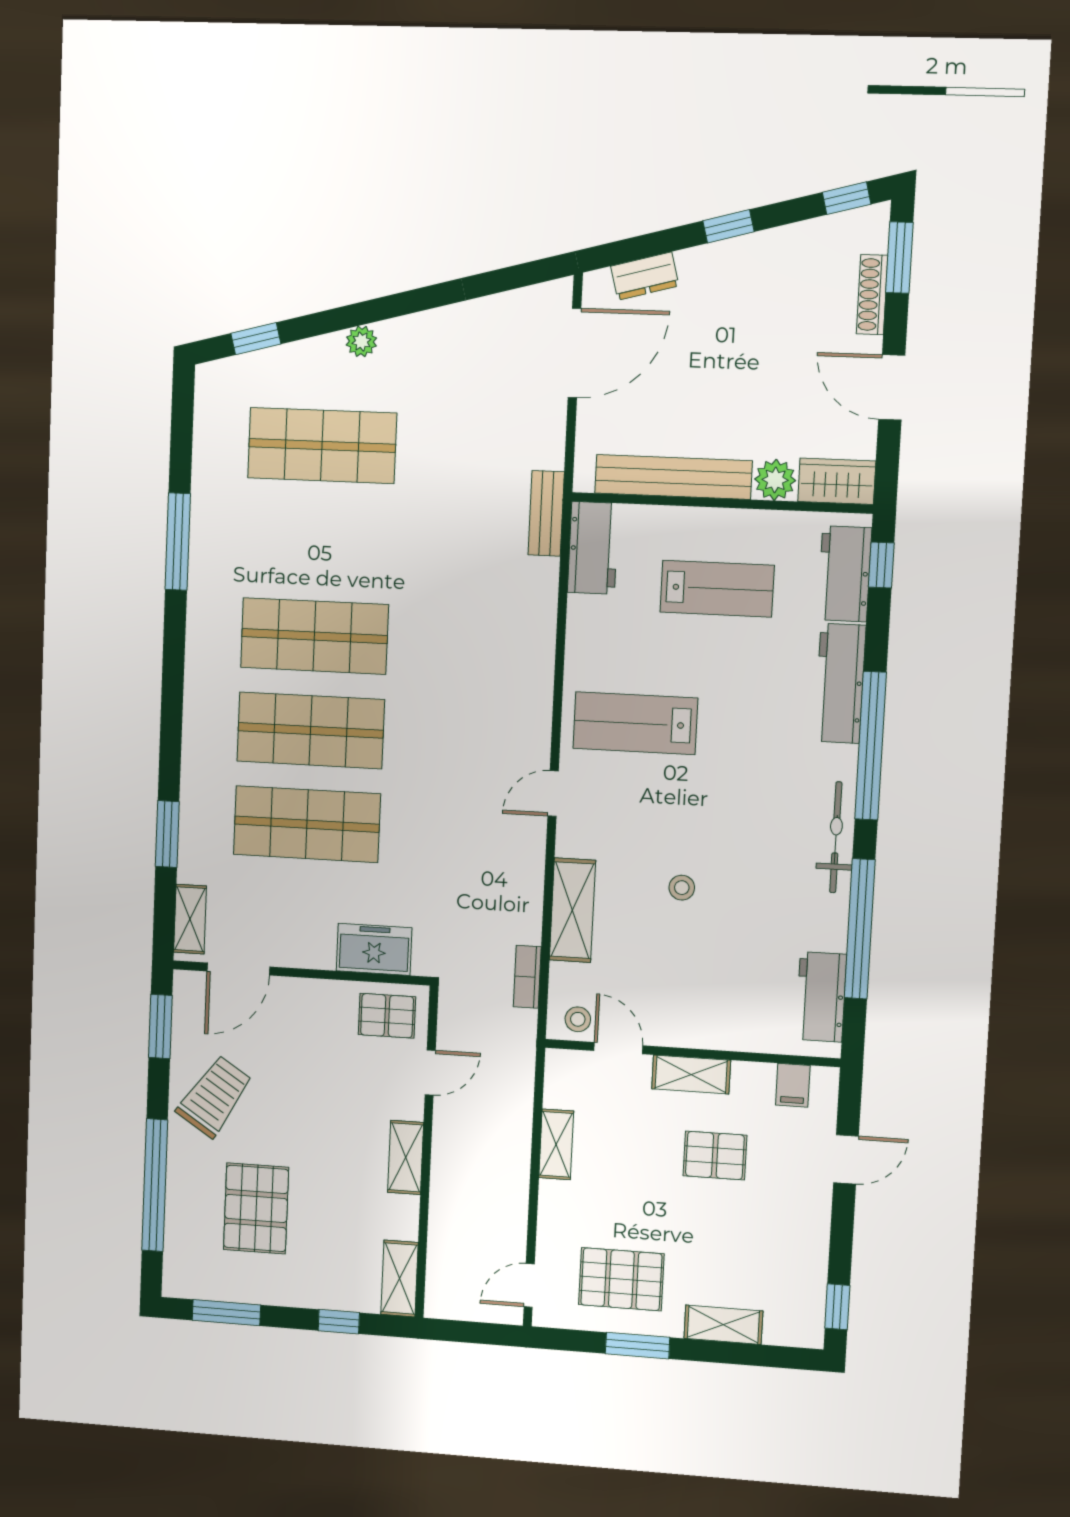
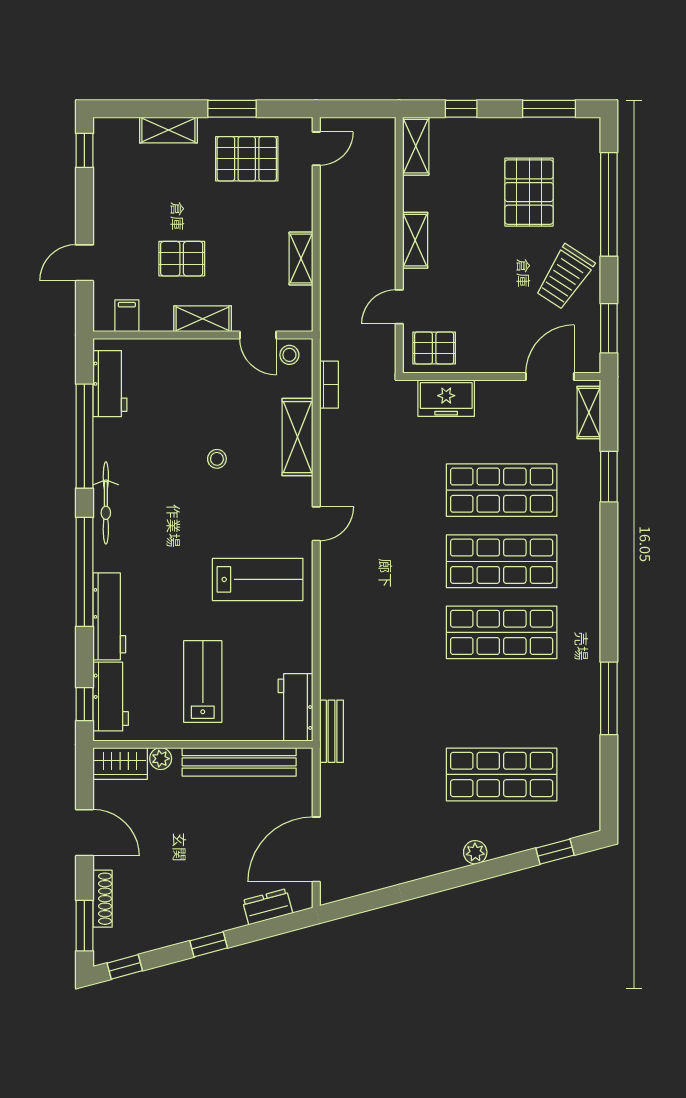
plant: (775, 480) -> (161, 759), width x0.73, depth x0.73
lab bench: (717, 589) -> (203, 682), turned 90

